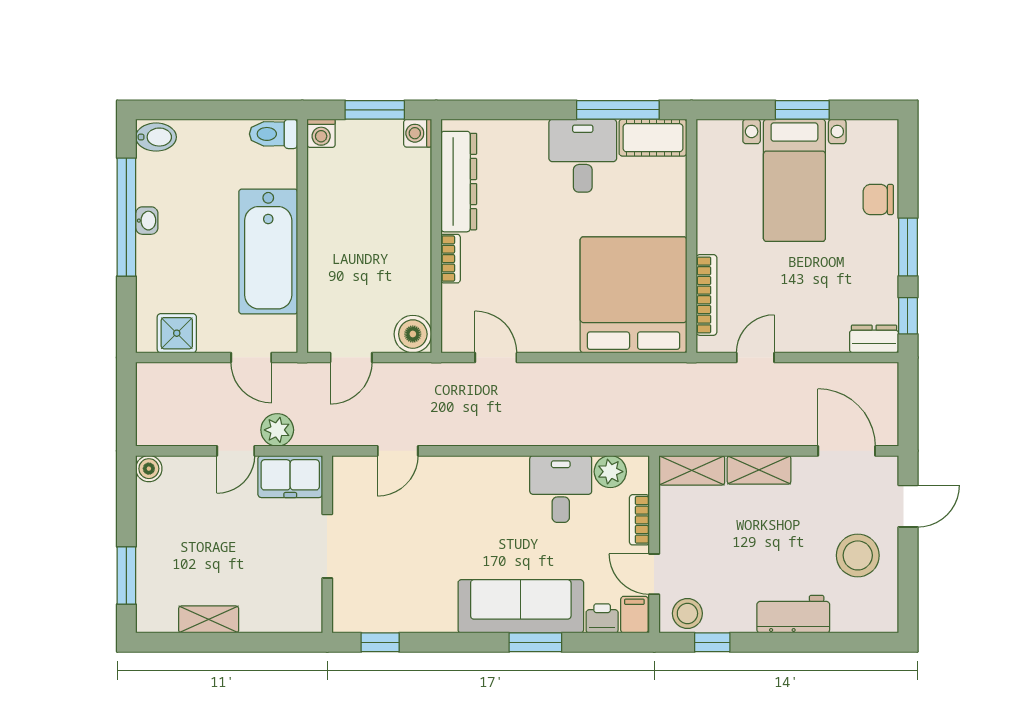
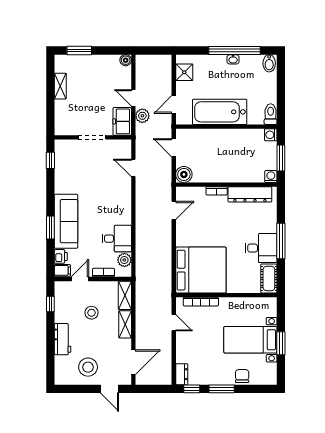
window: (618, 110) -> (281, 241), moved
stool: (687, 613) -> (91, 313), moved

